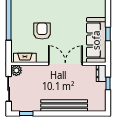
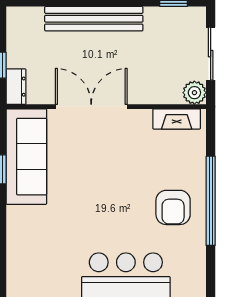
armchair: (42, 31) -> (173, 207), moved
double door: (65, 64) -> (91, 107), swing flipped

